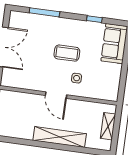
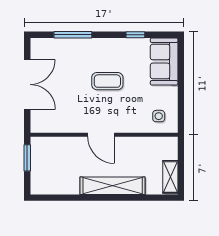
side table: (77, 78) -> (159, 116), moved
shelving: (108, 126) -> (170, 177), moved

